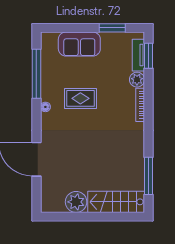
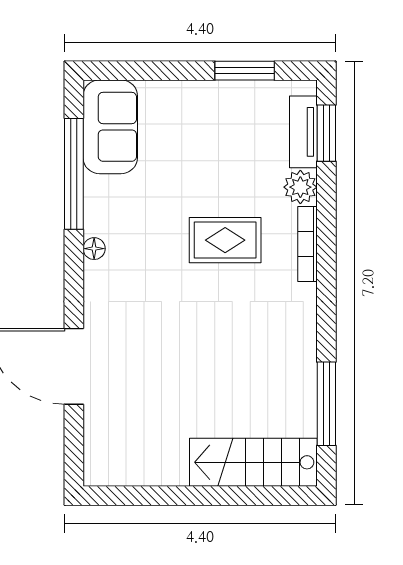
sofa: (79, 44) -> (110, 127), moved, turned -90
rug: (80, 98) -> (225, 240), moved
plant: (76, 202) -> (163, 462), removed

